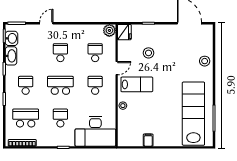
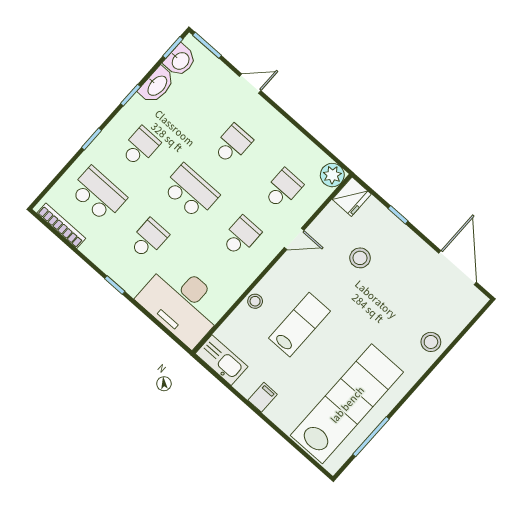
lab bench: (137, 84) -> (300, 325), moved, turned -90
kitchen sink: (130, 140) -> (222, 360), added
filing cabinet: (148, 140) -> (263, 397), moved

